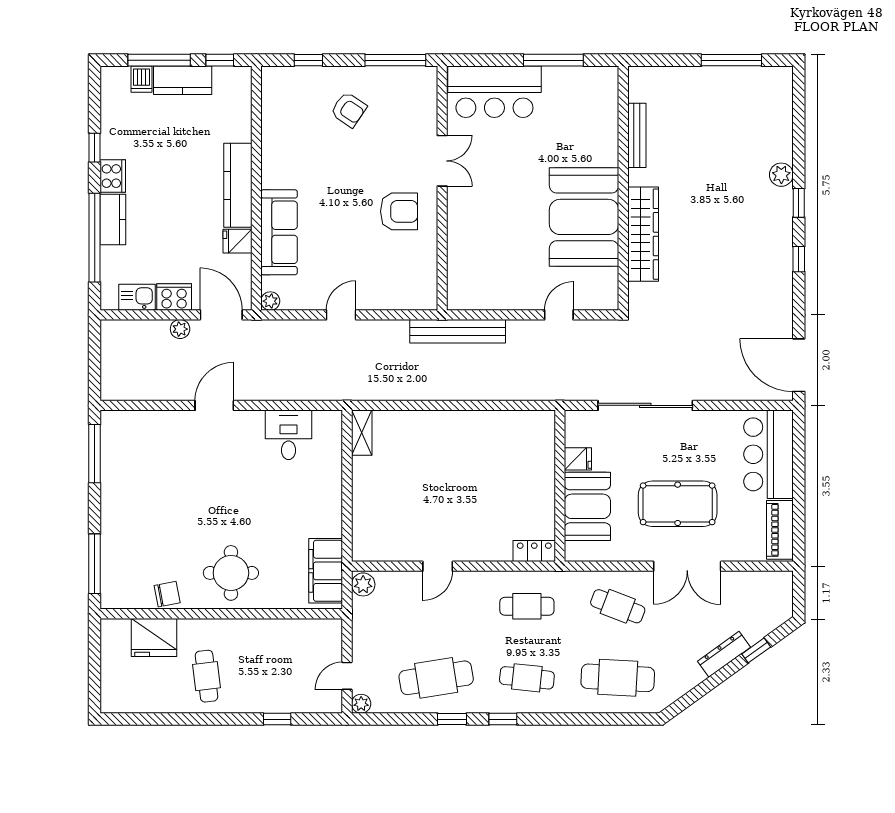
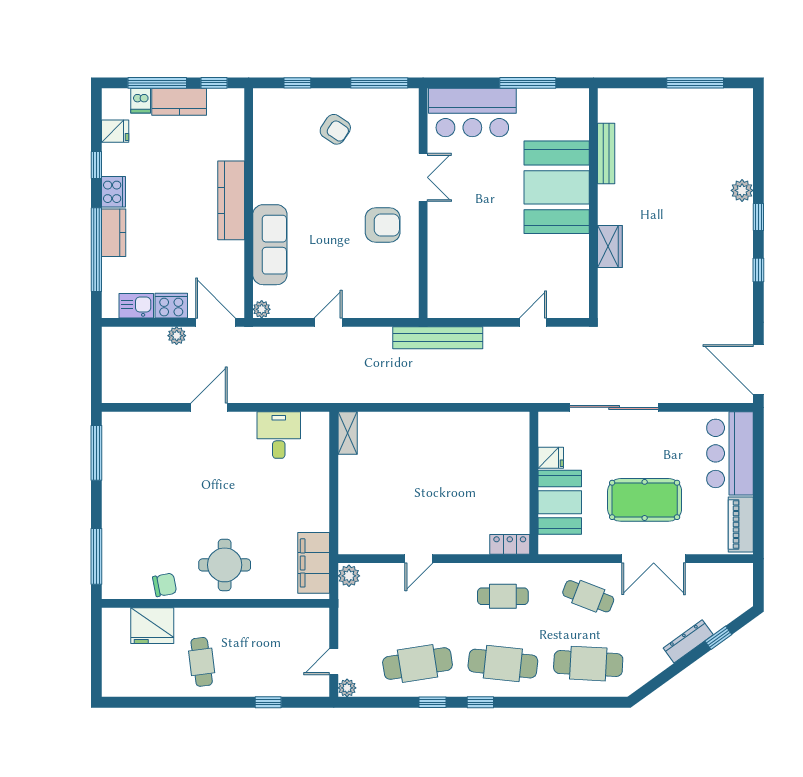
booth: (584, 217) -> (557, 187), moved
wardrobe: (643, 234) -> (610, 246), width x0.48, depth x0.85
fridge: (238, 241) -> (115, 131), moved, turned 180
cafe table: (527, 678) -> (503, 664), width x1.37, depth x1.35

